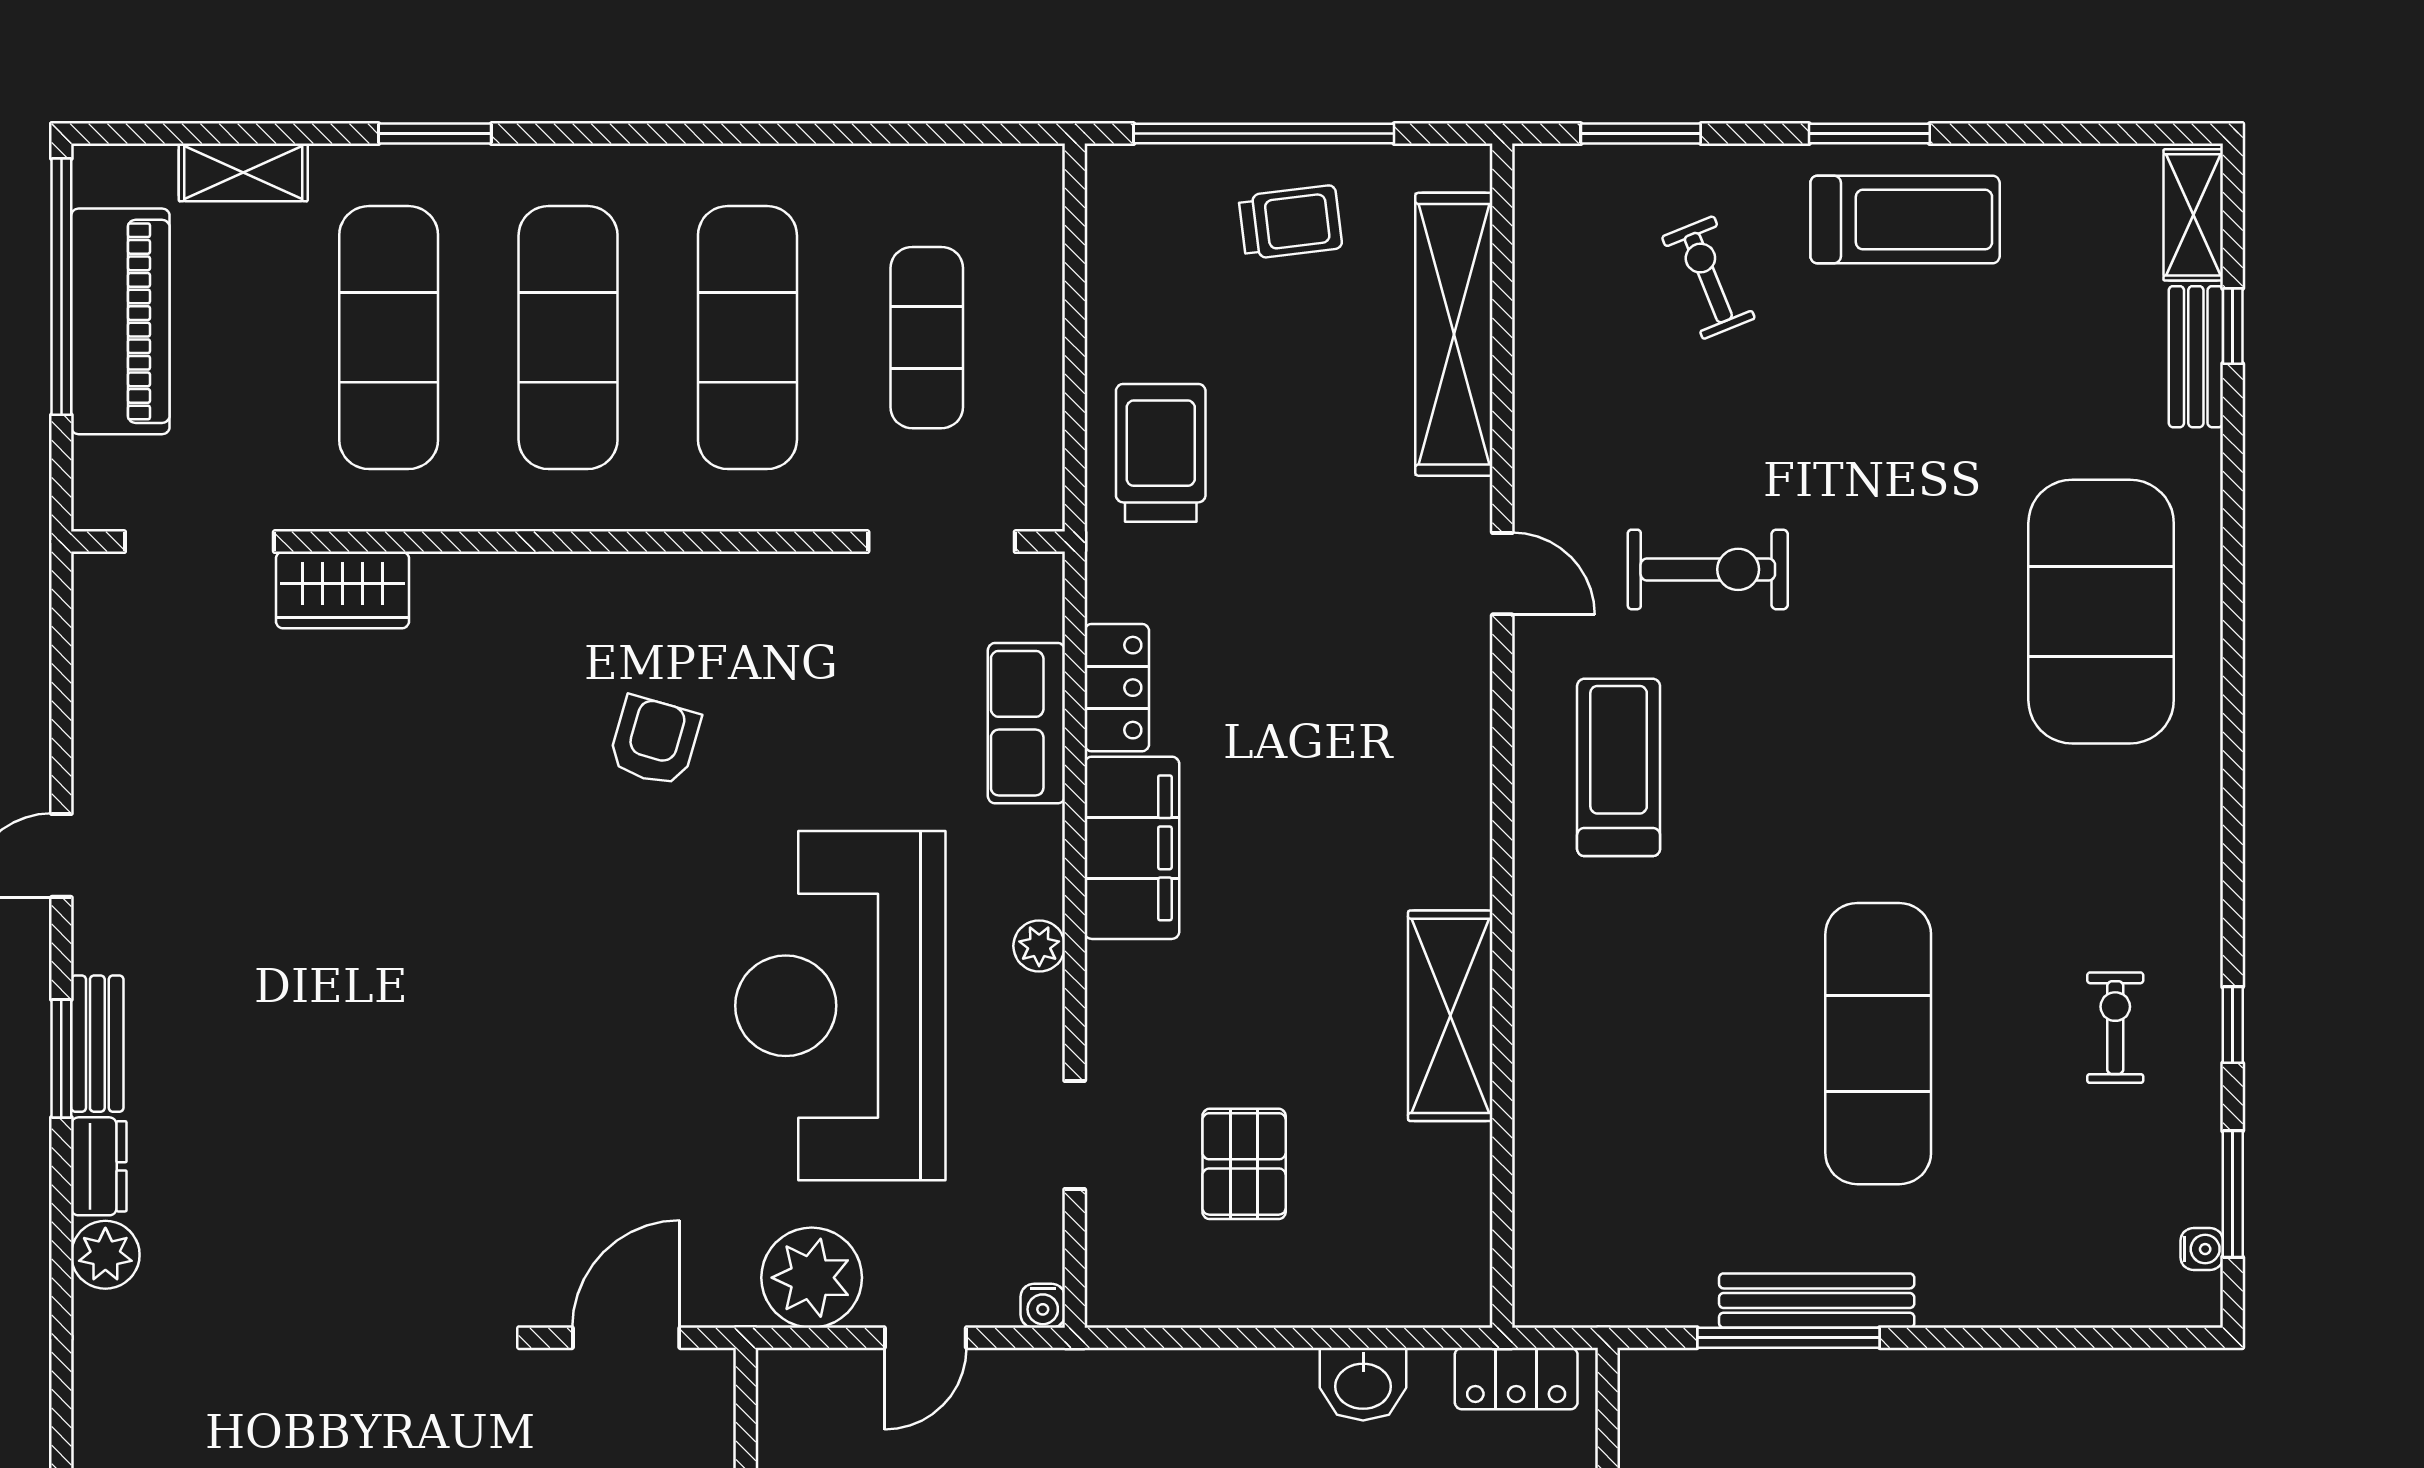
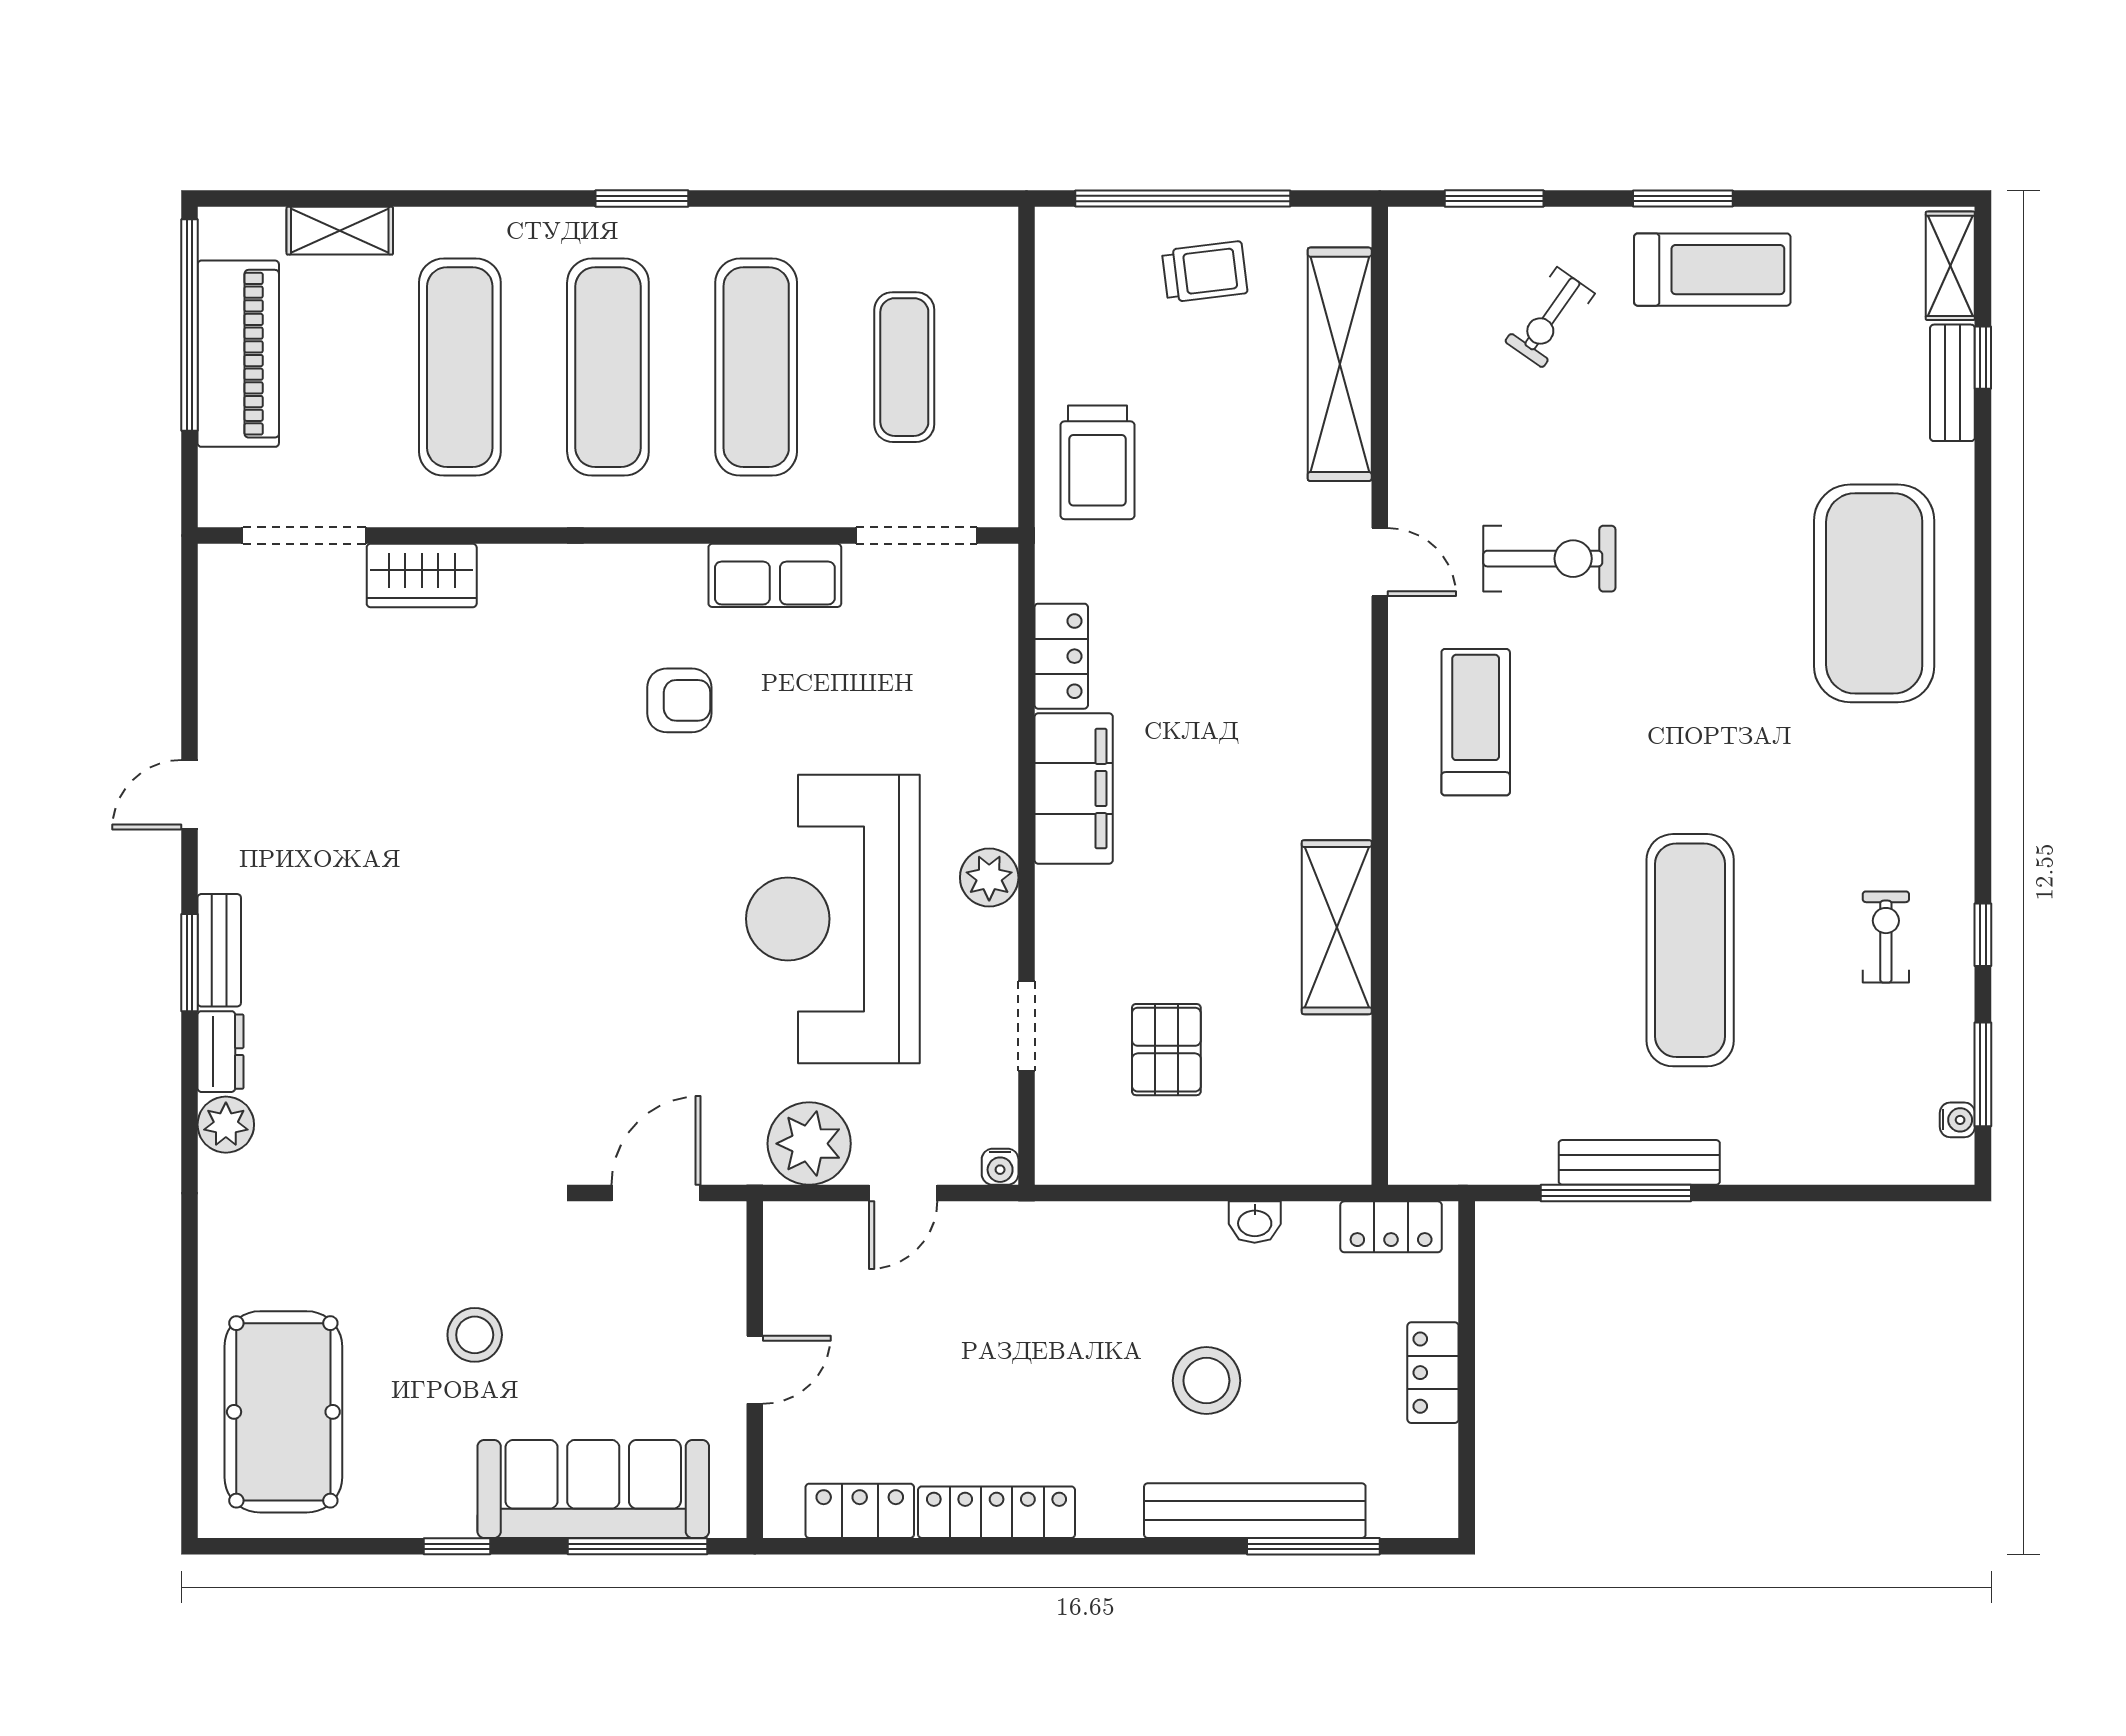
window: (435, 134) -> (642, 199), moved
exercise bike: (1708, 278) -> (1550, 318), turned -123
trolley: (1161, 453) -> (1098, 462), turned 180
row of seats: (1026, 723) -> (775, 575), moved, turned -90
armchair: (654, 741) -> (679, 700), turned 74
plant: (1039, 946) -> (989, 878), width x1.38, depth x1.38
washbasin: (1363, 1384) -> (1255, 1222), width x0.72, depth x0.69

